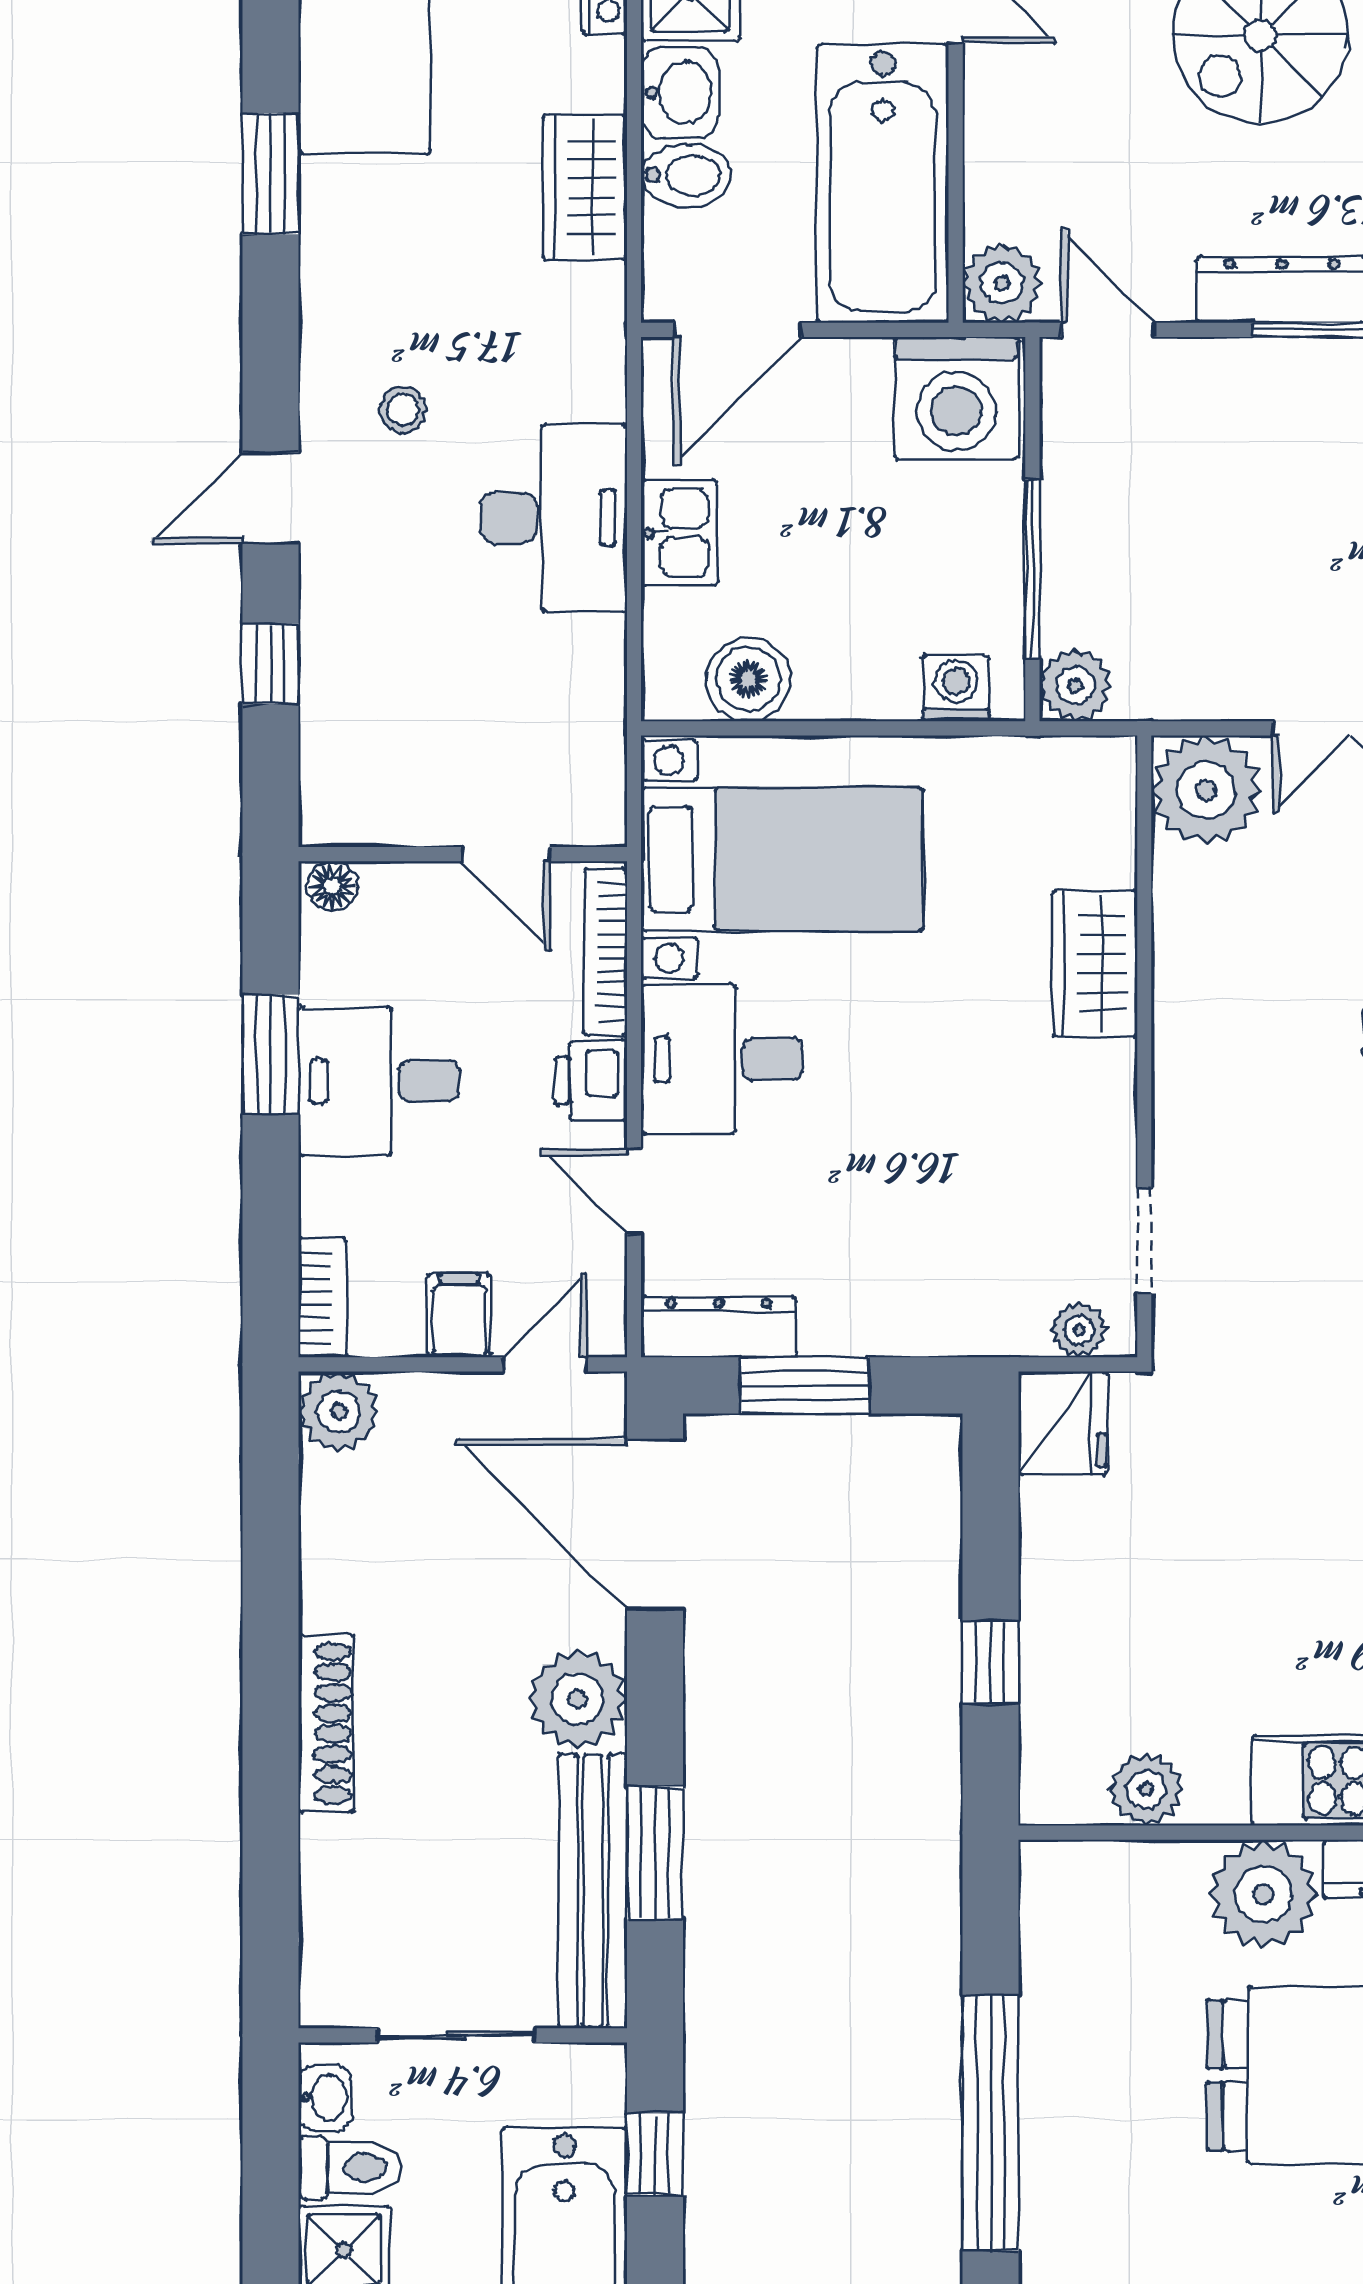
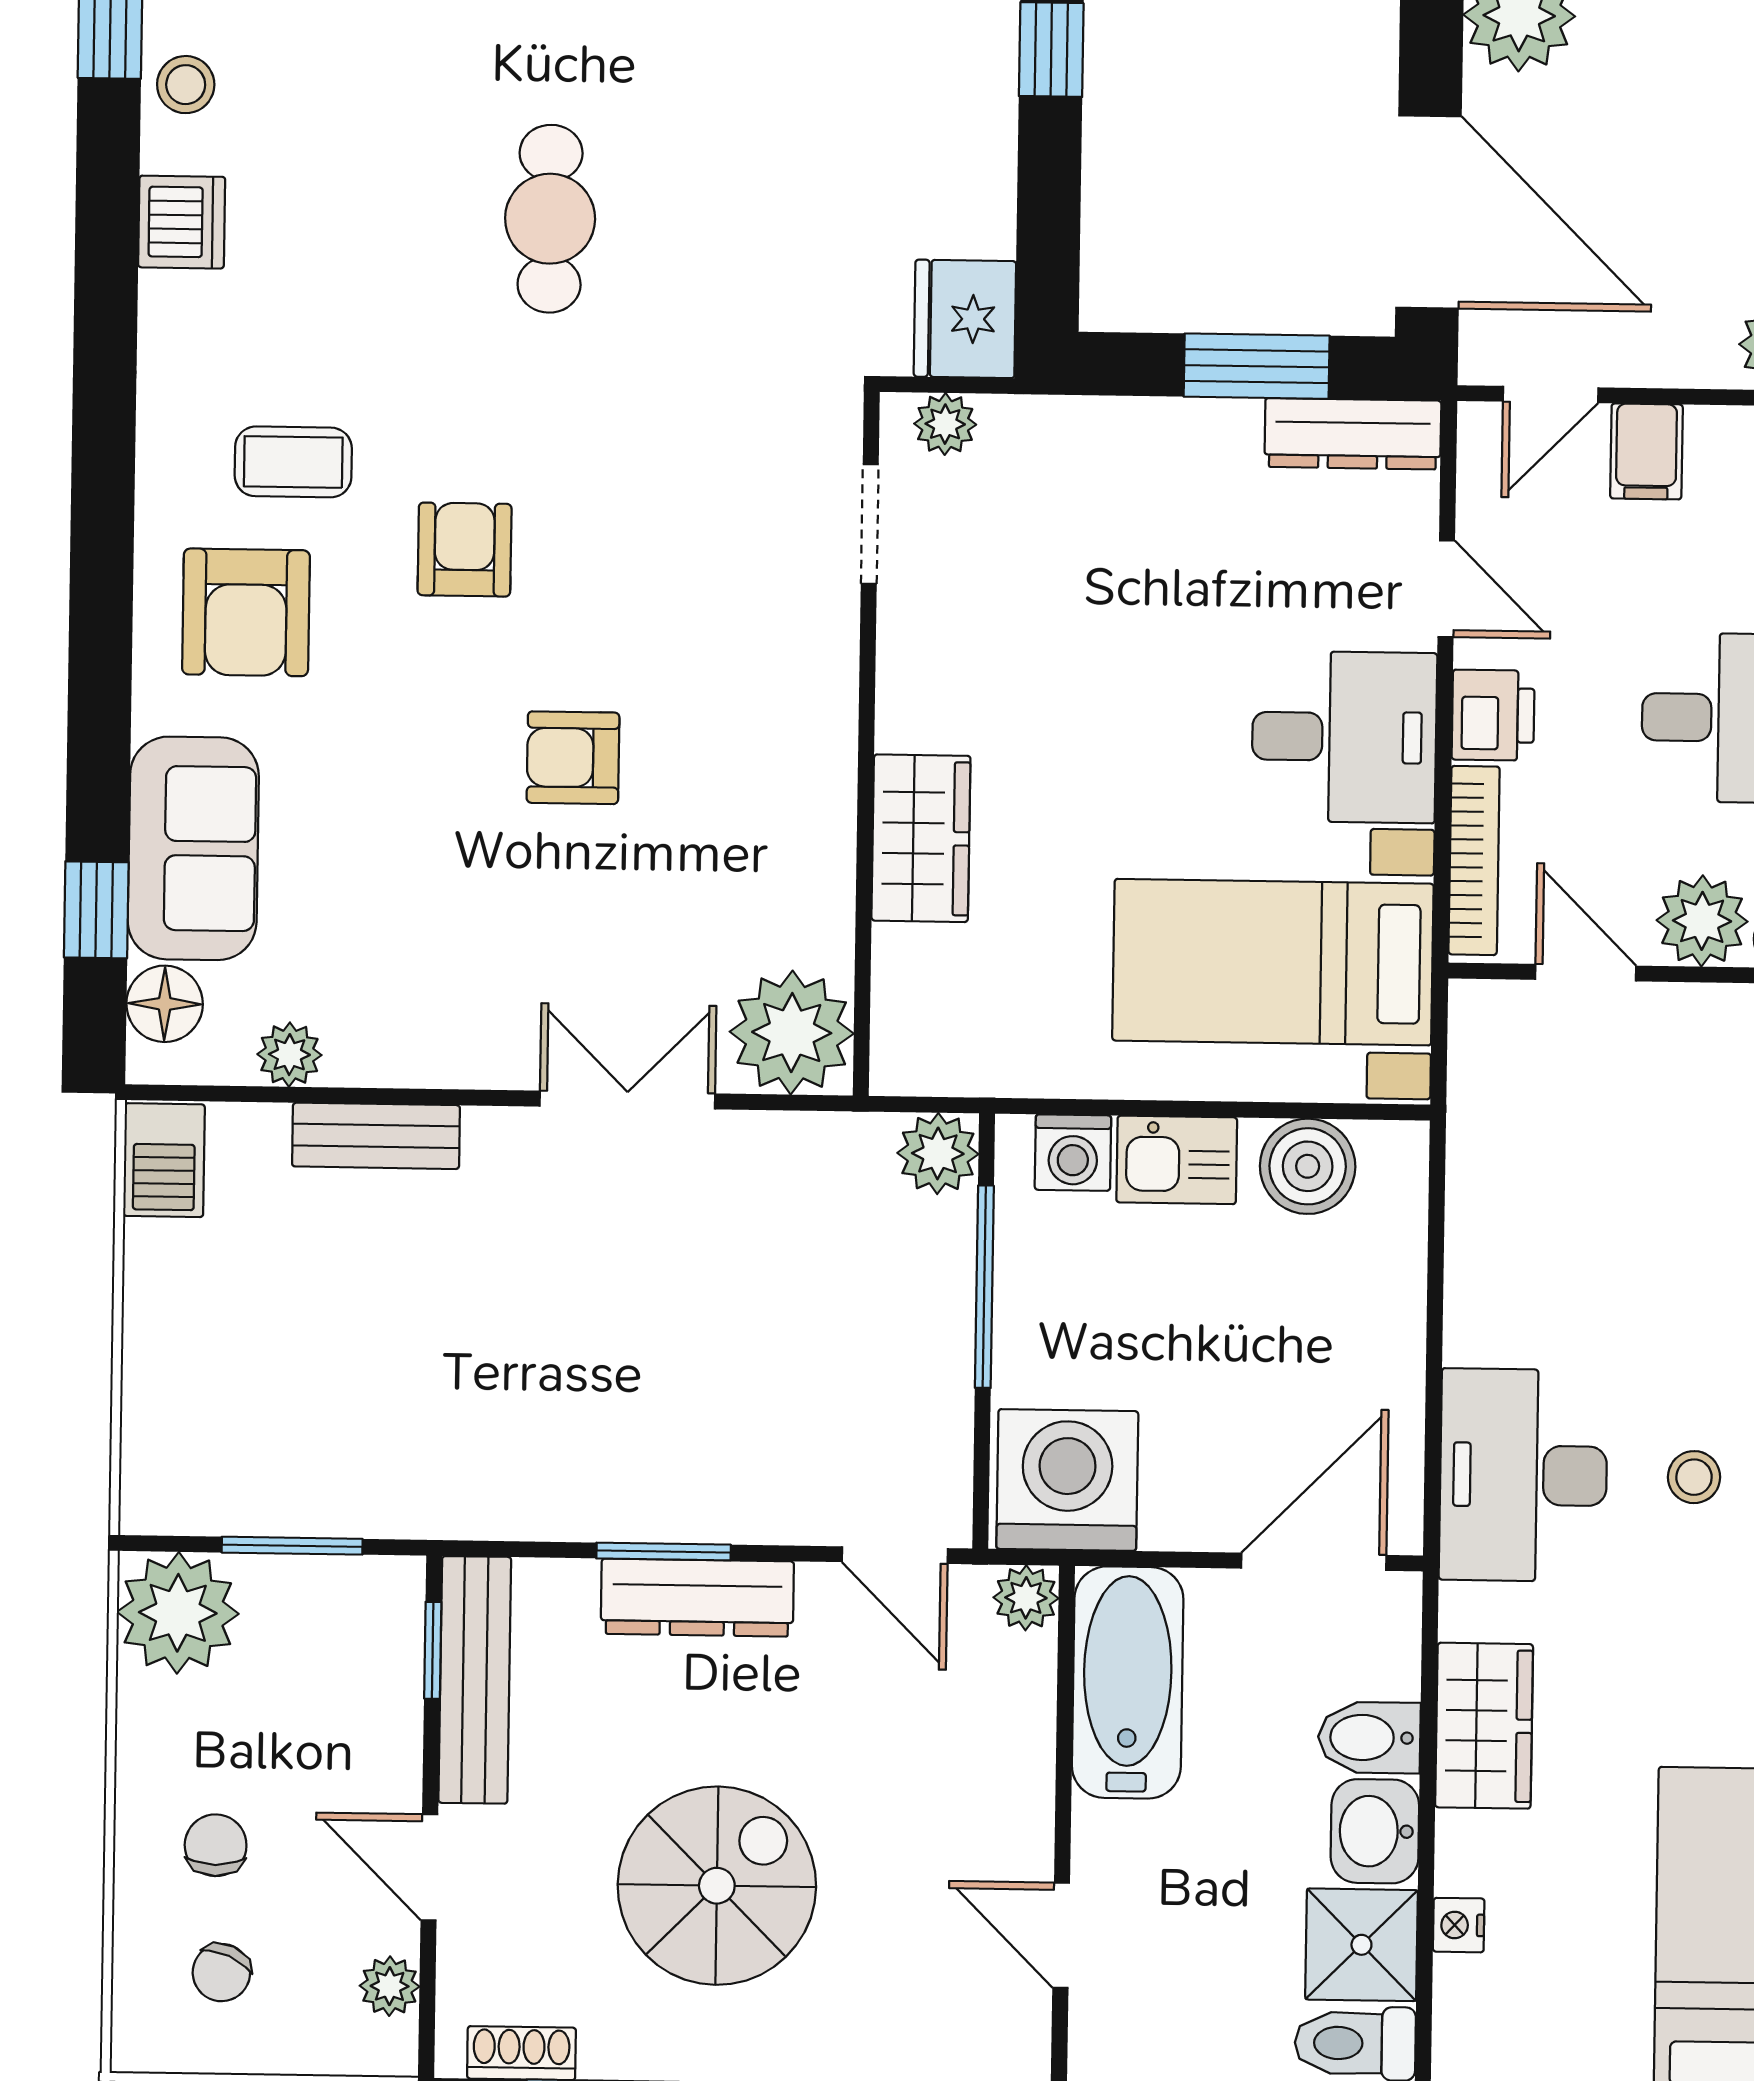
bathtub: (883, 183) -> (1128, 1682), width x0.73, depth x0.73
plant: (1002, 283) -> (1026, 1598), width x0.73, depth x0.73
desk: (554, 518) -> (1523, 1475), moved
kitchen sink: (679, 533) -> (1177, 1160), moved, turned -90
plant: (403, 901) -> (1702, 921), added

